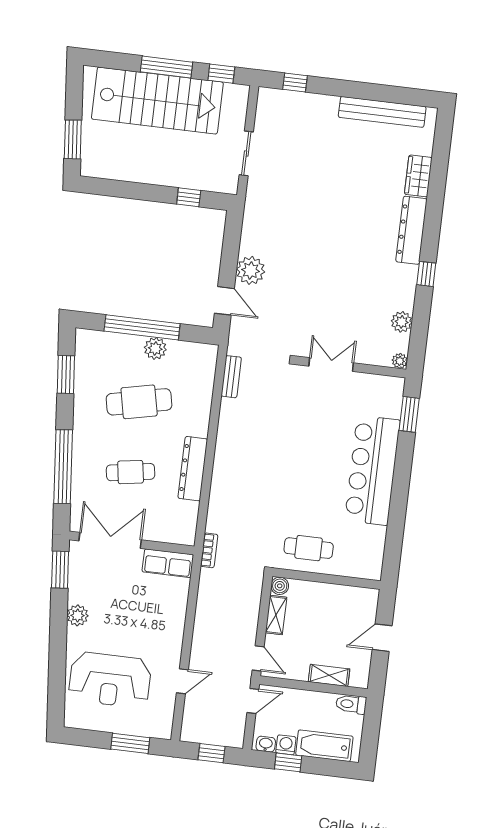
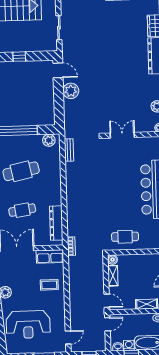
window: (189, 197) -> (19, 57), moved
door: (224, 301) -> (58, 70), moved
plant: (155, 348) -> (49, 140), moved
dresser: (193, 469) -> (56, 223), moved
coffee table: (159, 614) -> (49, 285), added
door: (182, 681) -> (68, 337), moved

